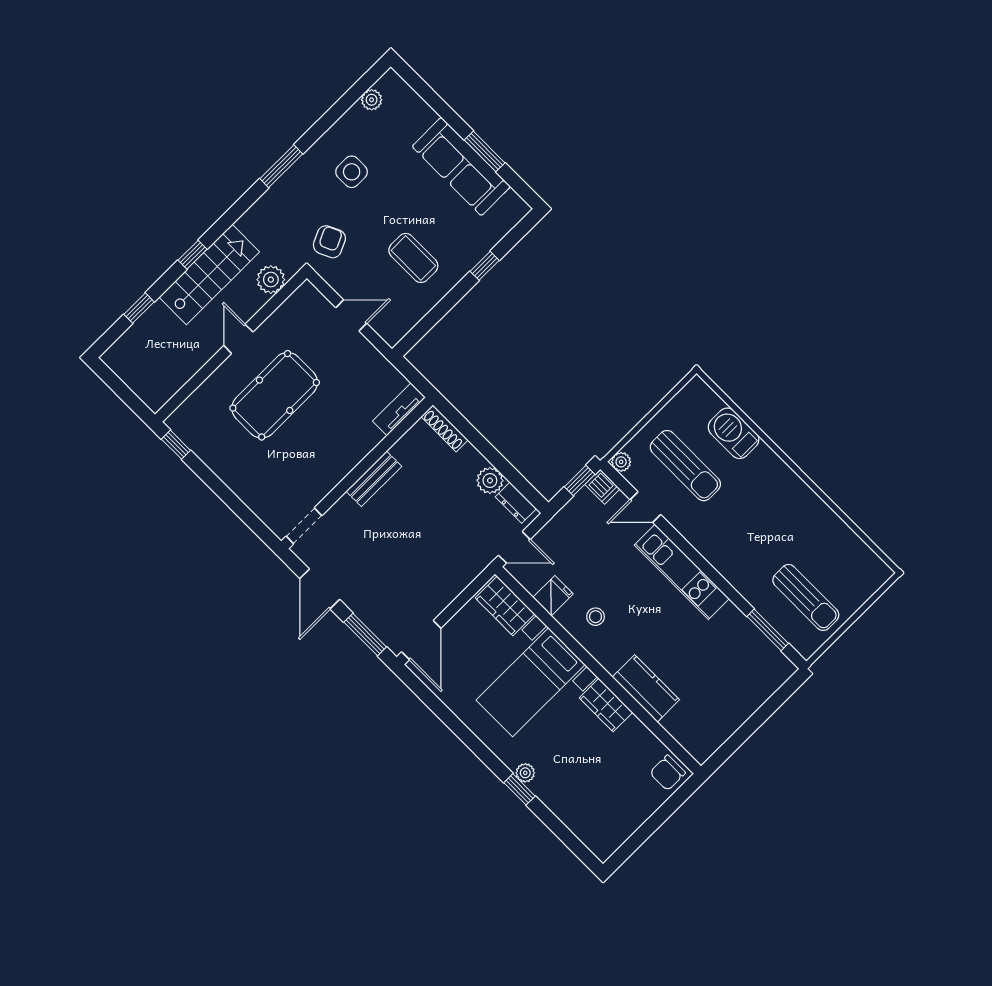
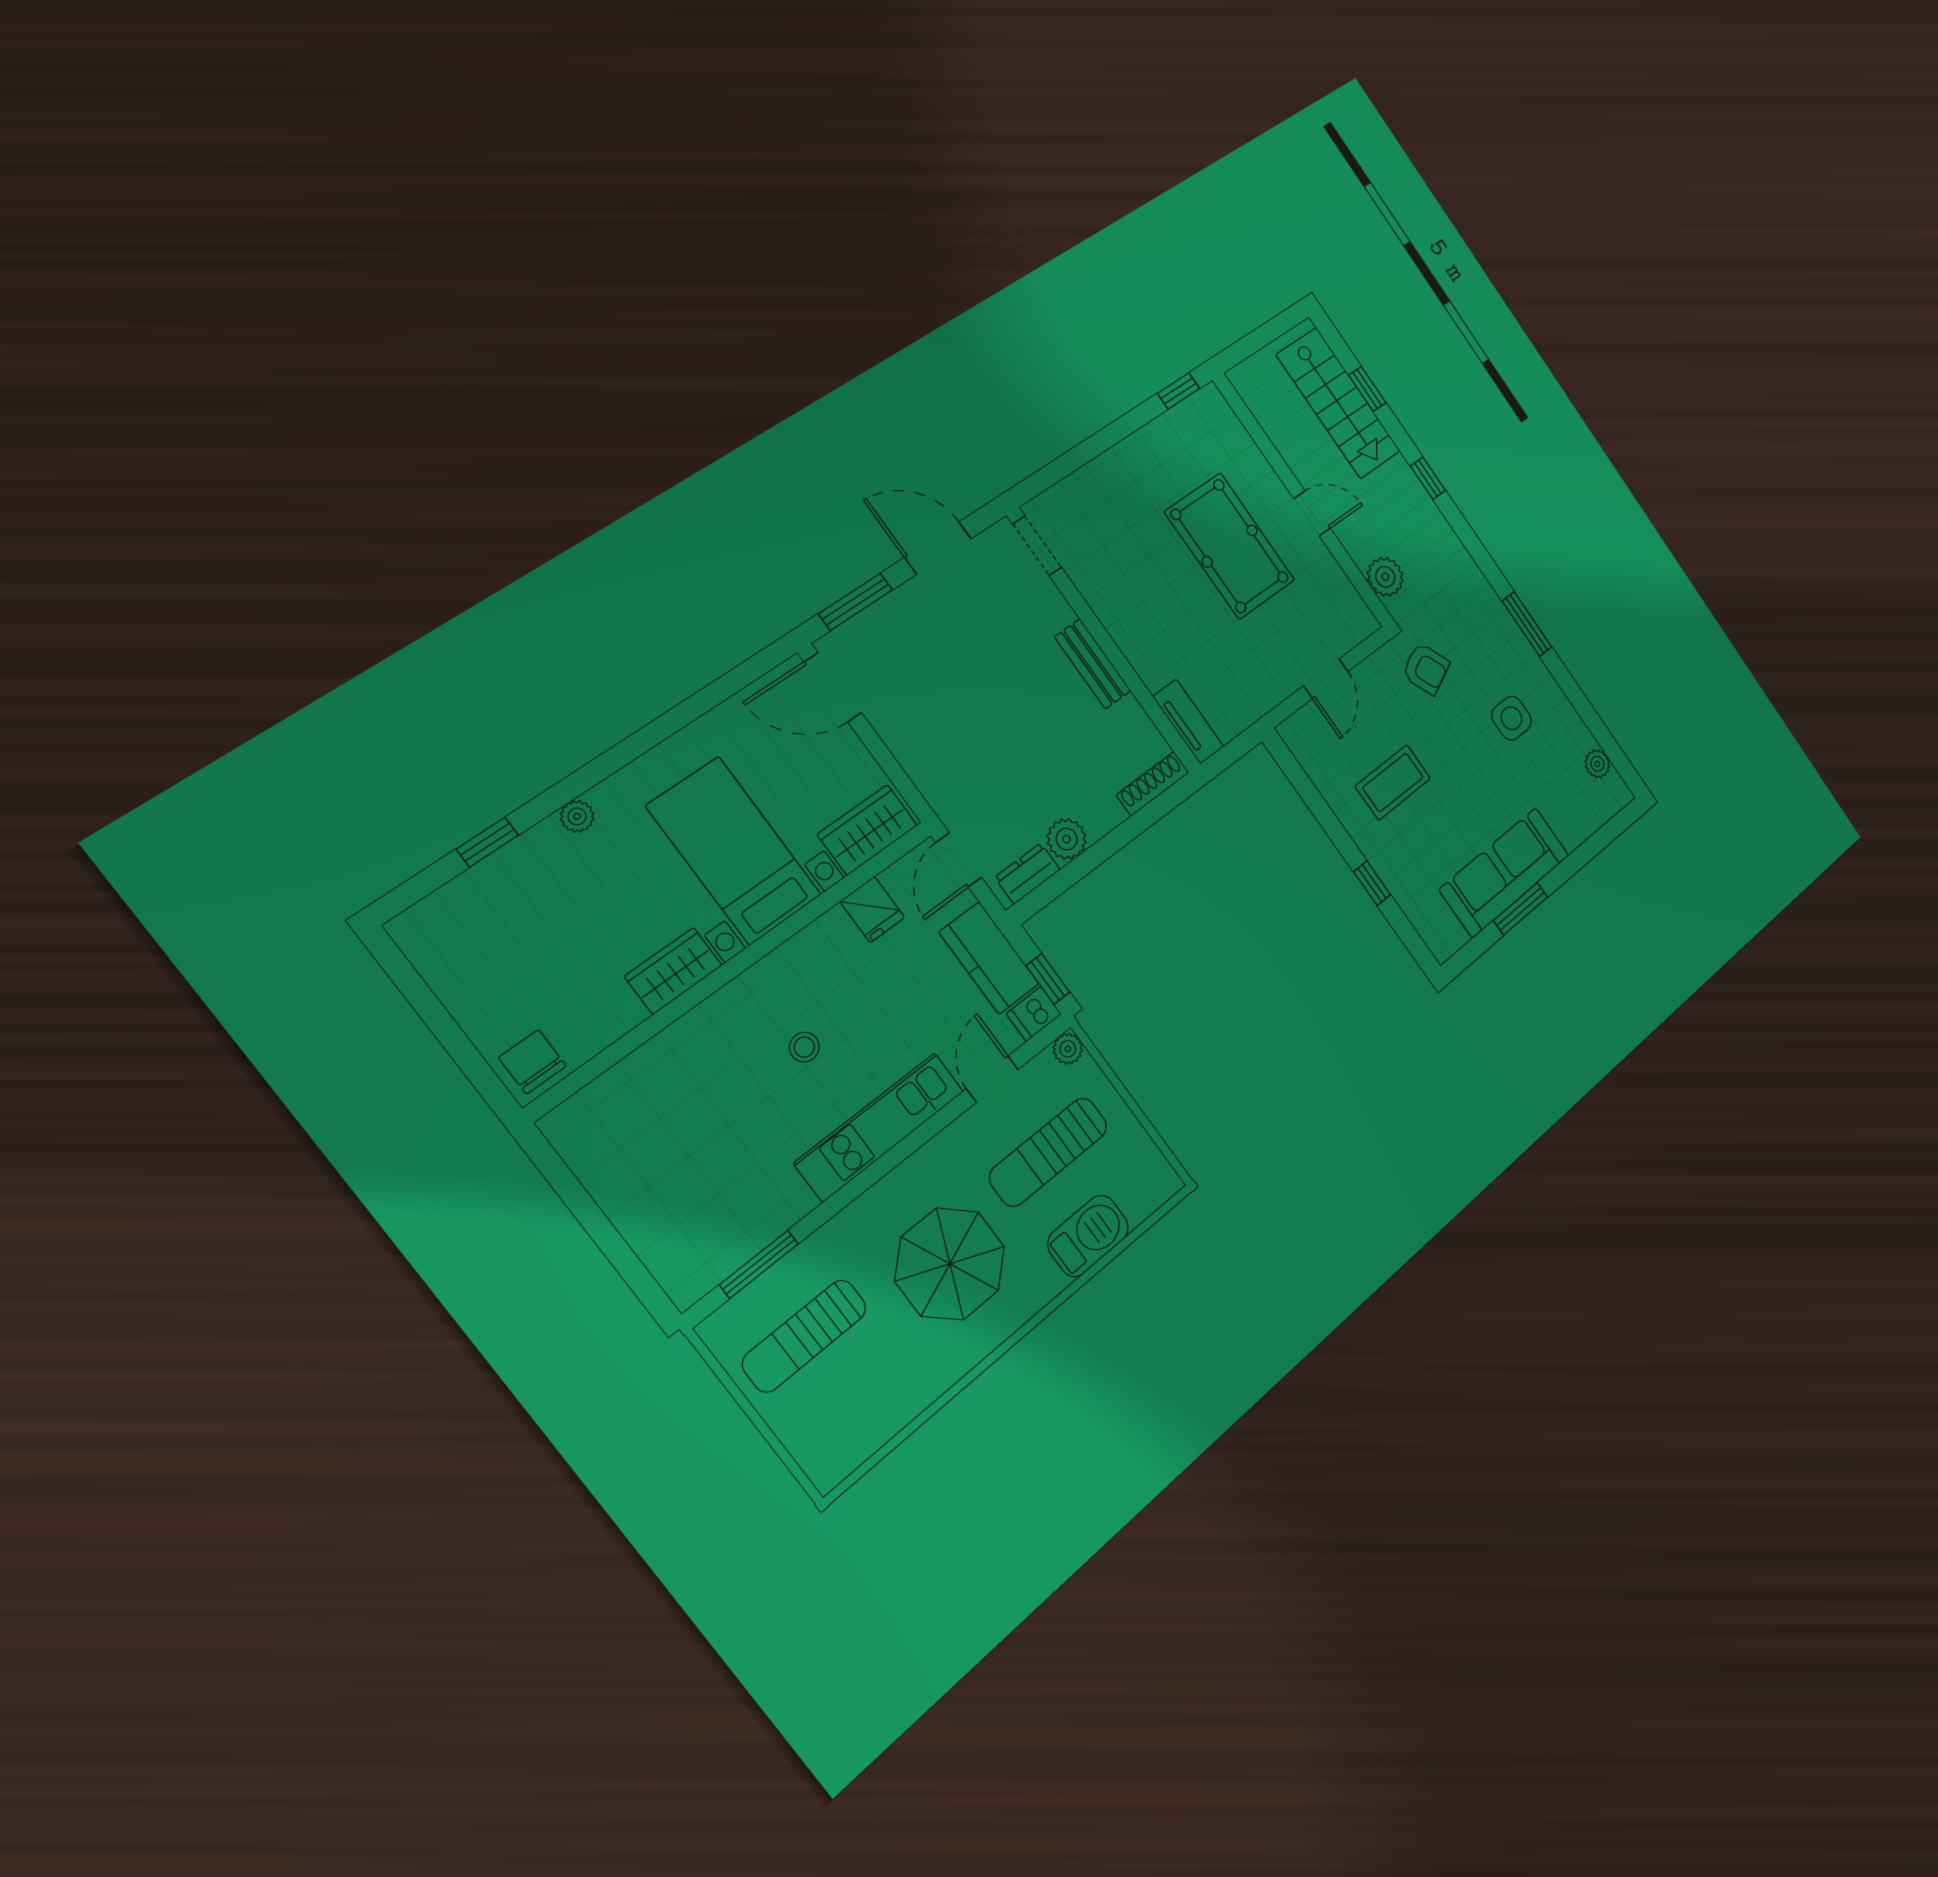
stairs: (209, 274) -> (1338, 403), moved
parasol: (758, 518) -> (950, 1264), added
stool: (596, 617) -> (804, 1047), moved
kitchen counter: (646, 688) -> (989, 958), moved, turned 90
window: (519, 789) -> (487, 842), moved

